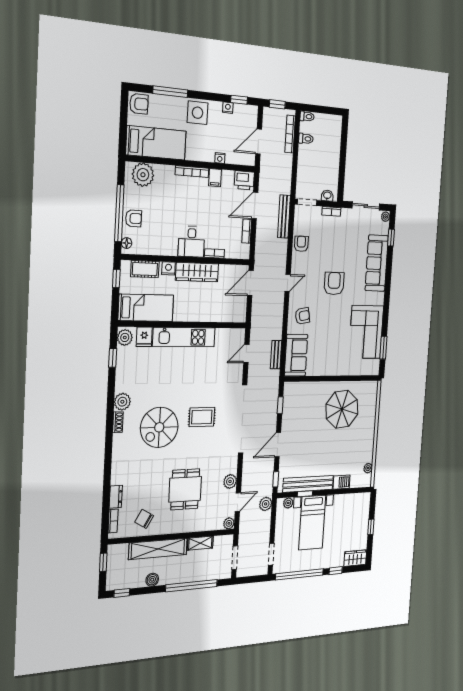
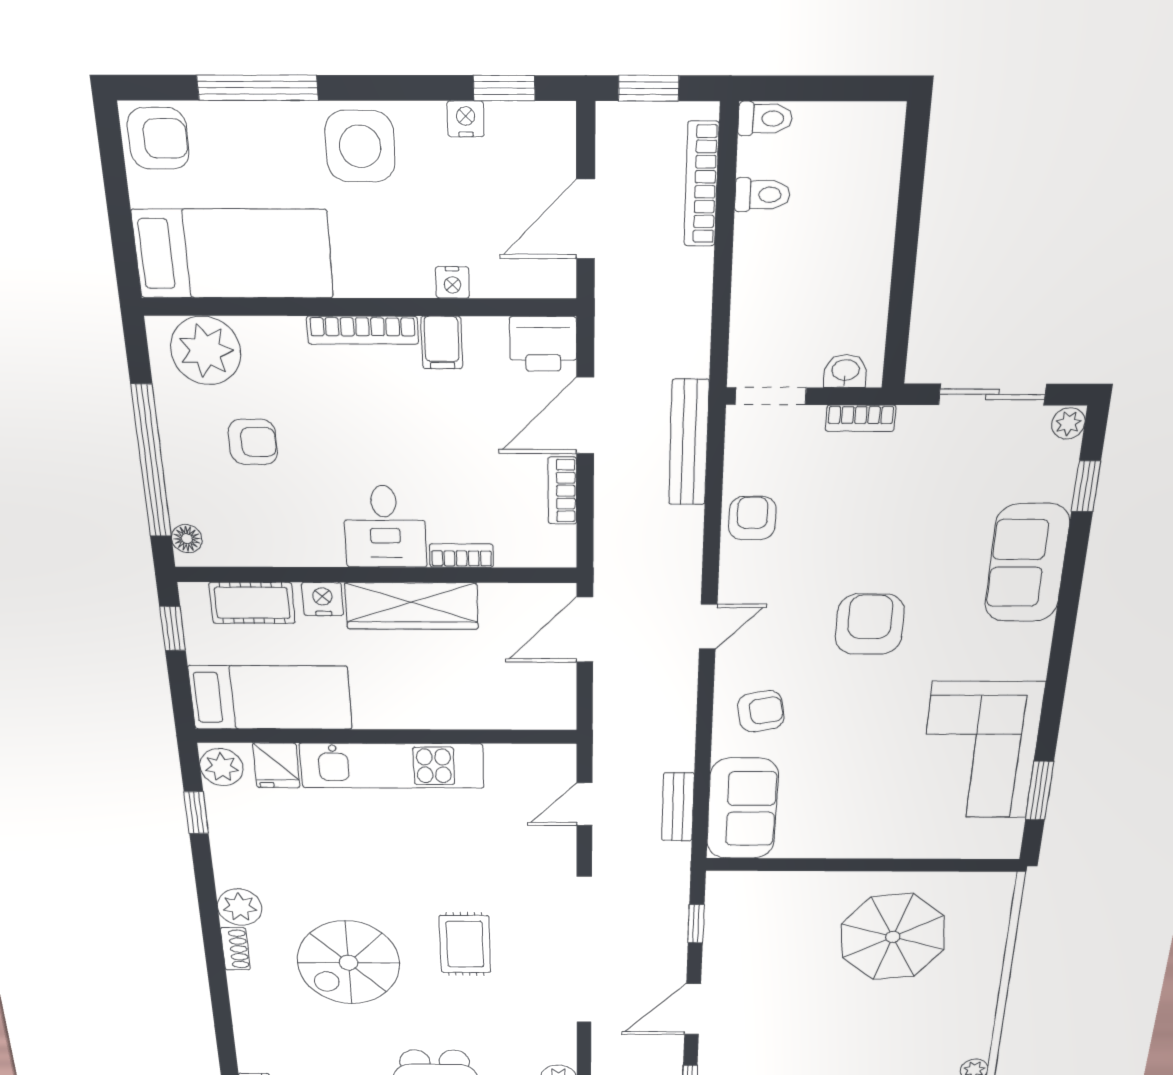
armchair: (134, 218) -> (253, 442), moved
sofa: (377, 263) -> (1027, 563), width x0.73
rug: (202, 417) -> (465, 944), turned 90

